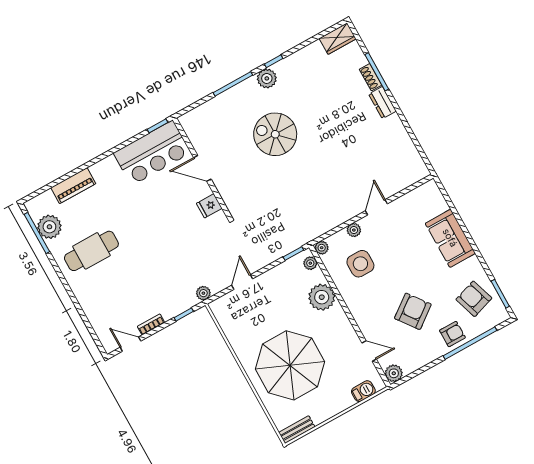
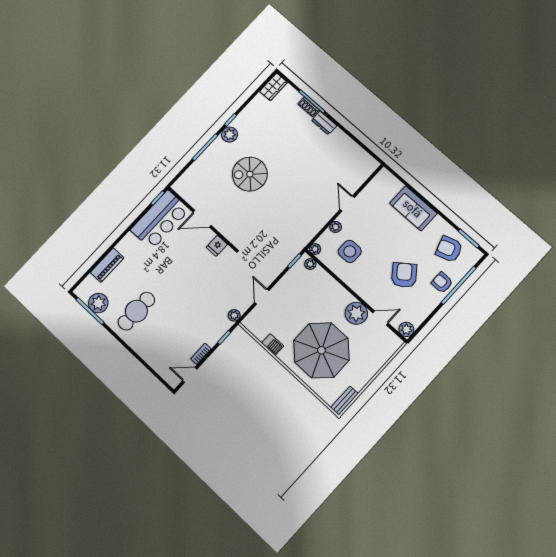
plant: (322, 297) -> (356, 313), moved
armchair: (452, 334) -> (442, 283), turned -90
barbecue: (363, 391) -> (273, 344), moved, turned 90

